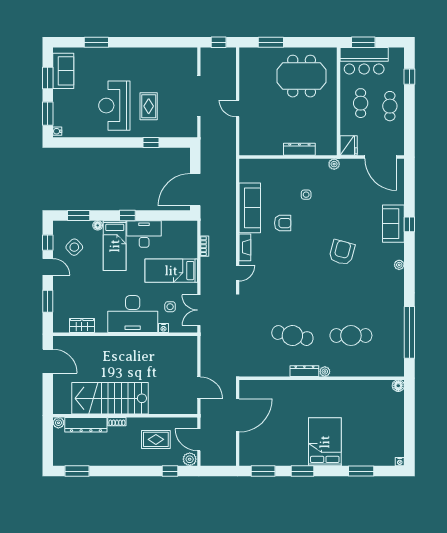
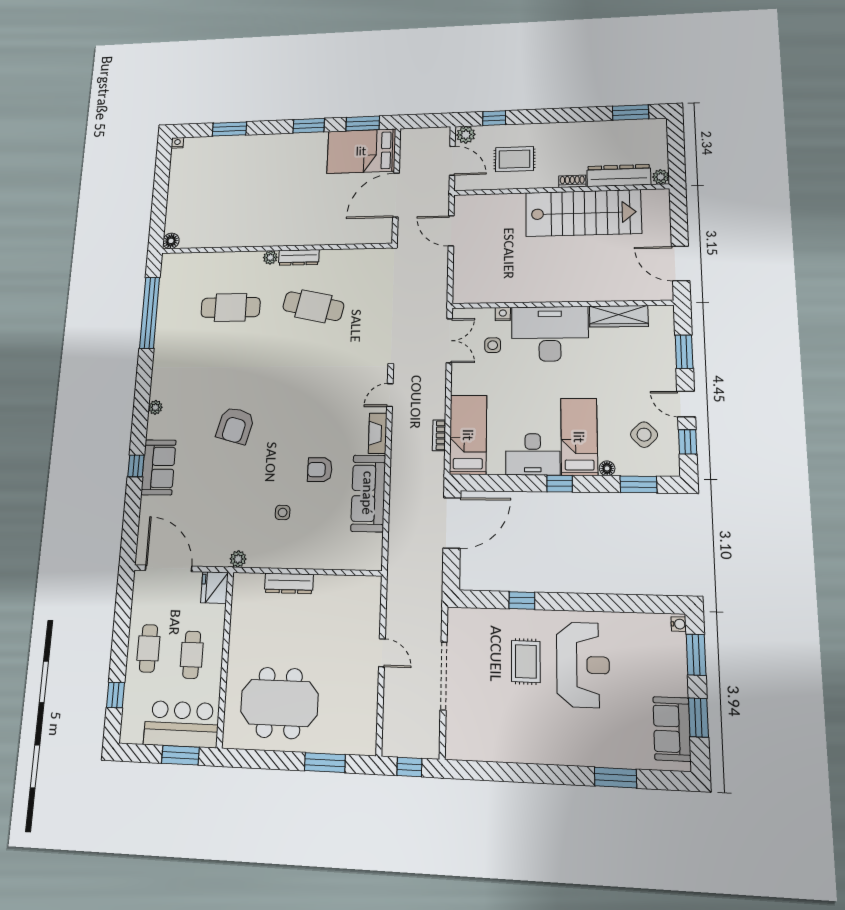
bed: (171, 271) -> (468, 435), moved, turned -90
wardrobe: (82, 325) -> (619, 316), width x1.50
bed: (325, 442) -> (361, 151), moved, turned 90

